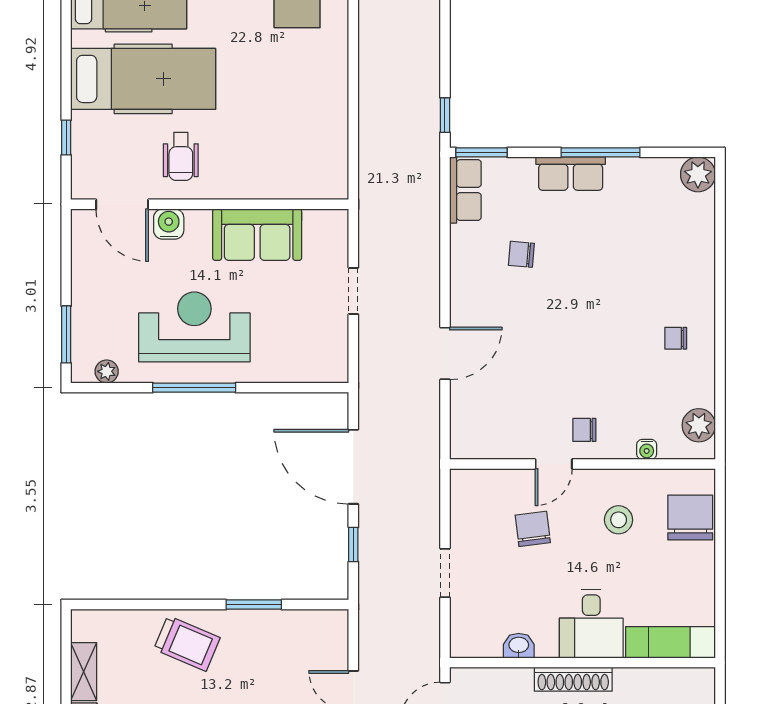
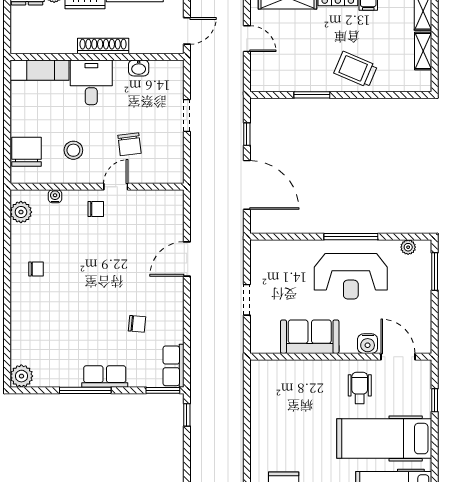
chair: (690, 517) -> (27, 152), turned 180

